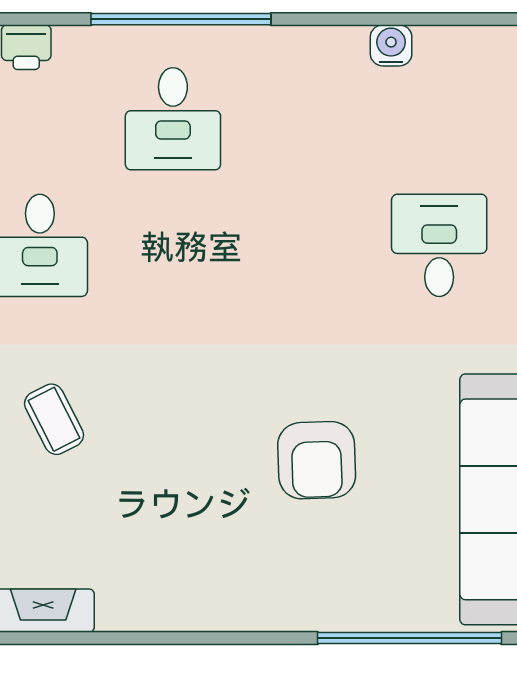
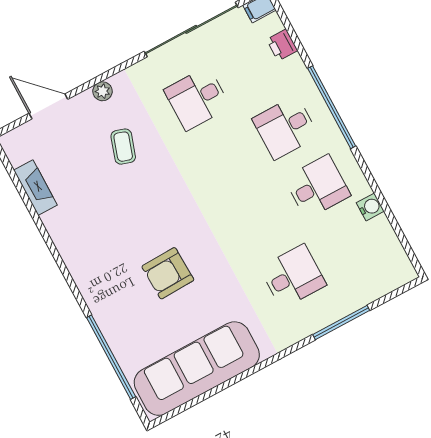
desk: (306, 119) -> (317, 187), added
coffee table: (54, 419) -> (123, 147), turned -45

